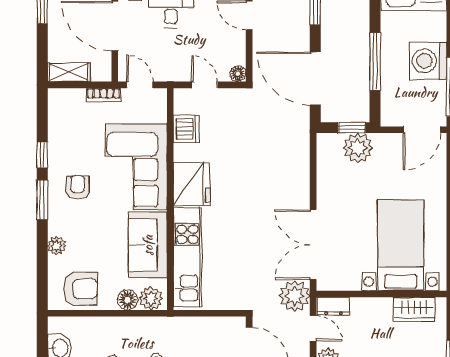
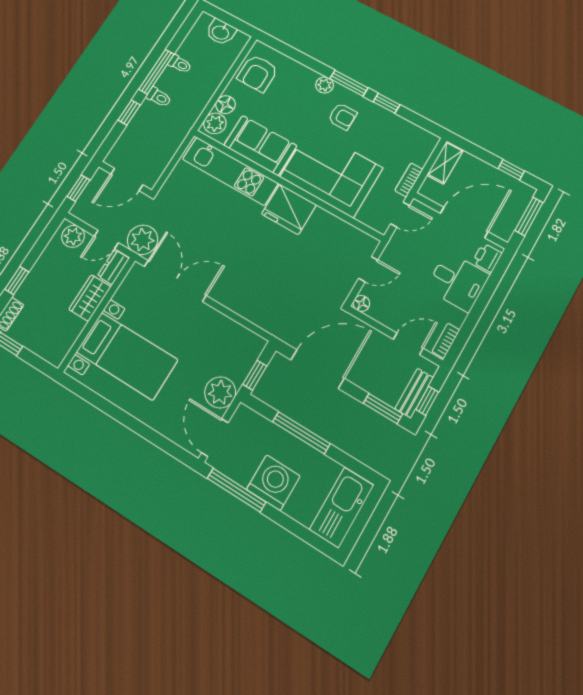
dishwasher: (186, 129) -> (339, 232), removed
plant: (358, 148) -> (220, 392), moved
plant: (57, 246) -> (325, 85), moved
wardrobe: (414, 309) -> (90, 298), moved

